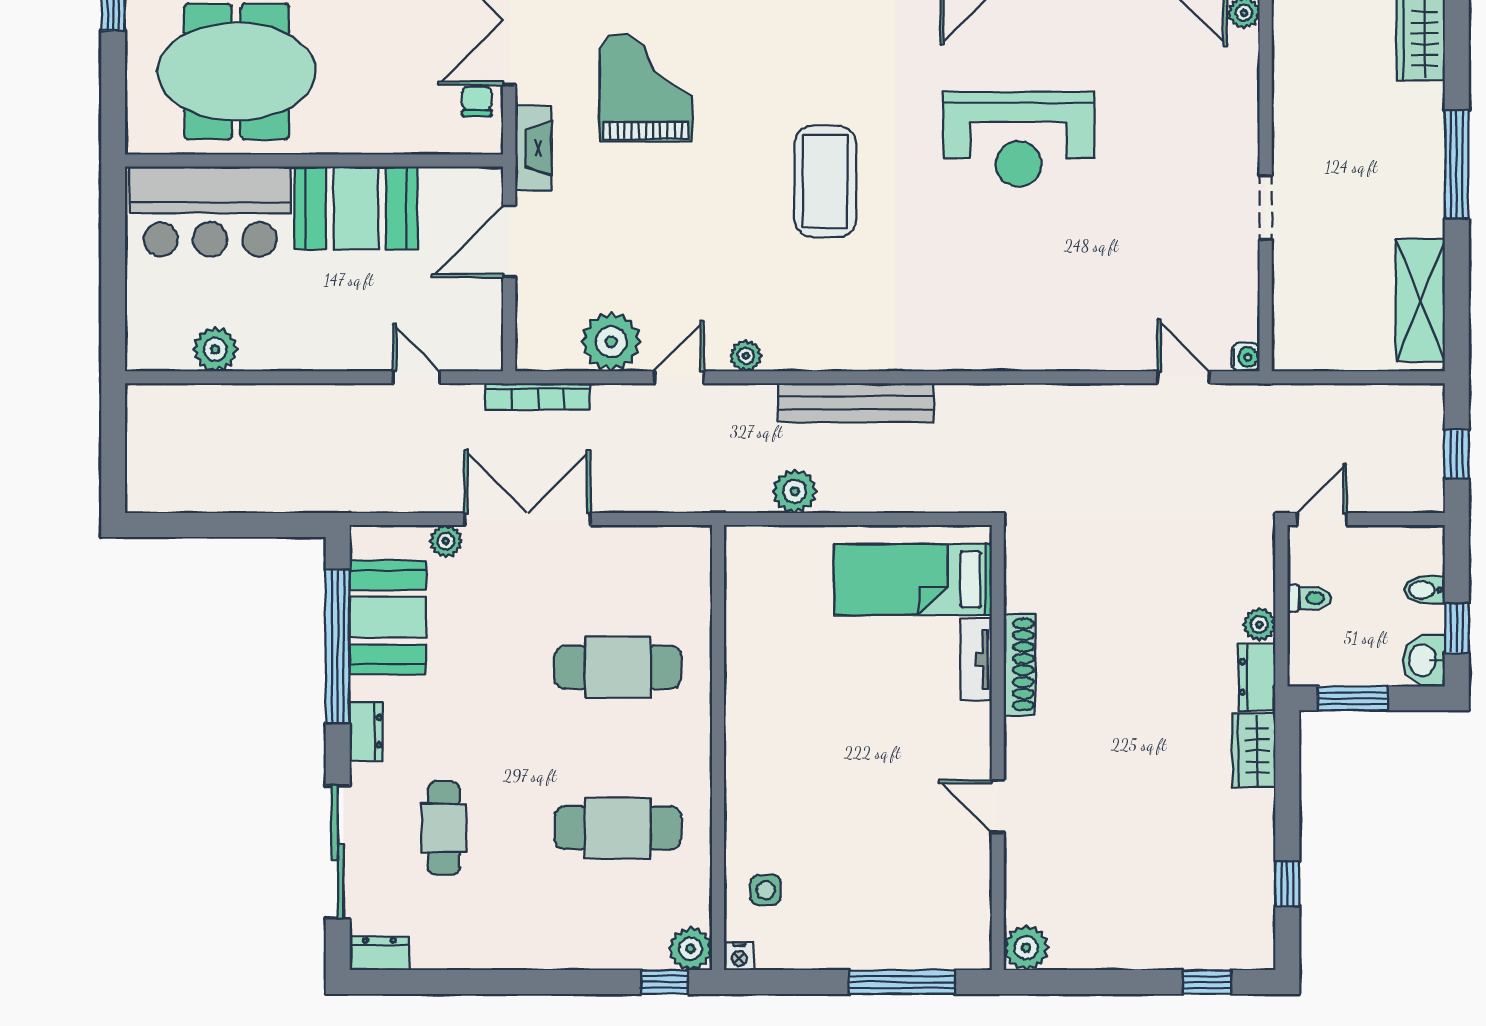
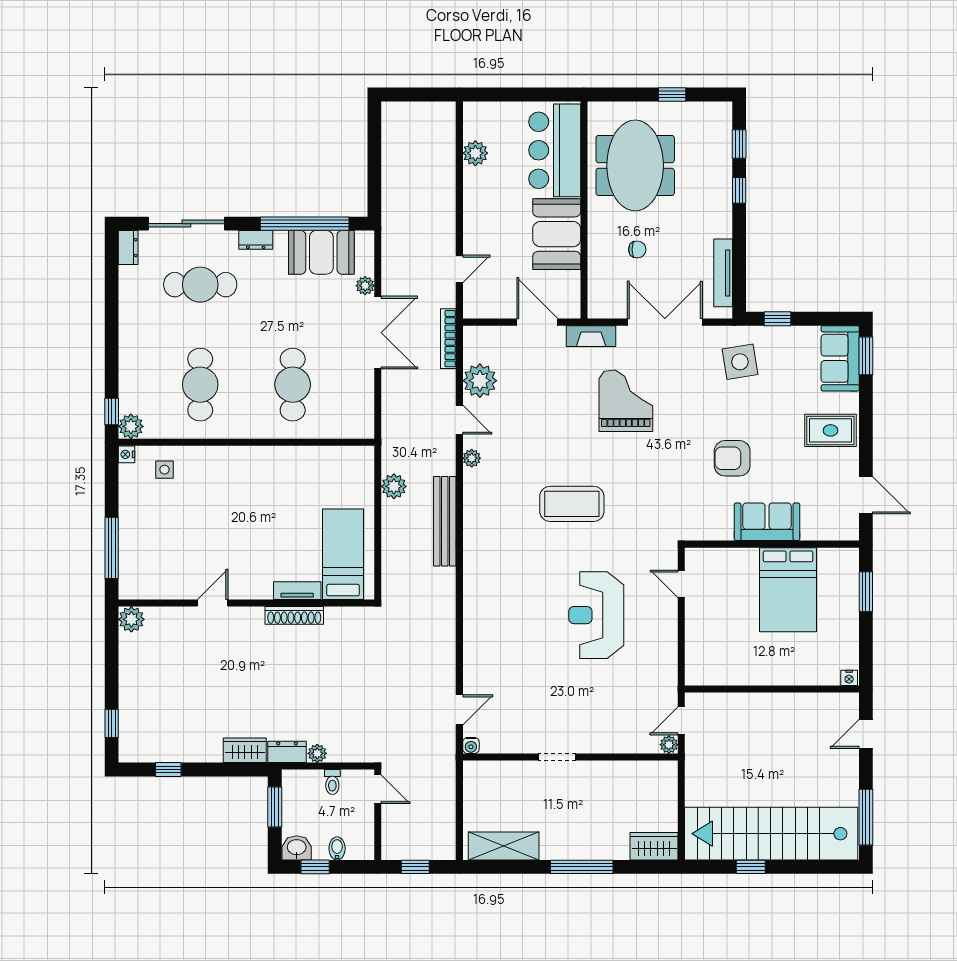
grand piano: (646, 88) -> (626, 401), turned -90
chair: (477, 101) -> (637, 249), moved
cafe table: (444, 828) -> (200, 285), width x1.37, depth x1.35

